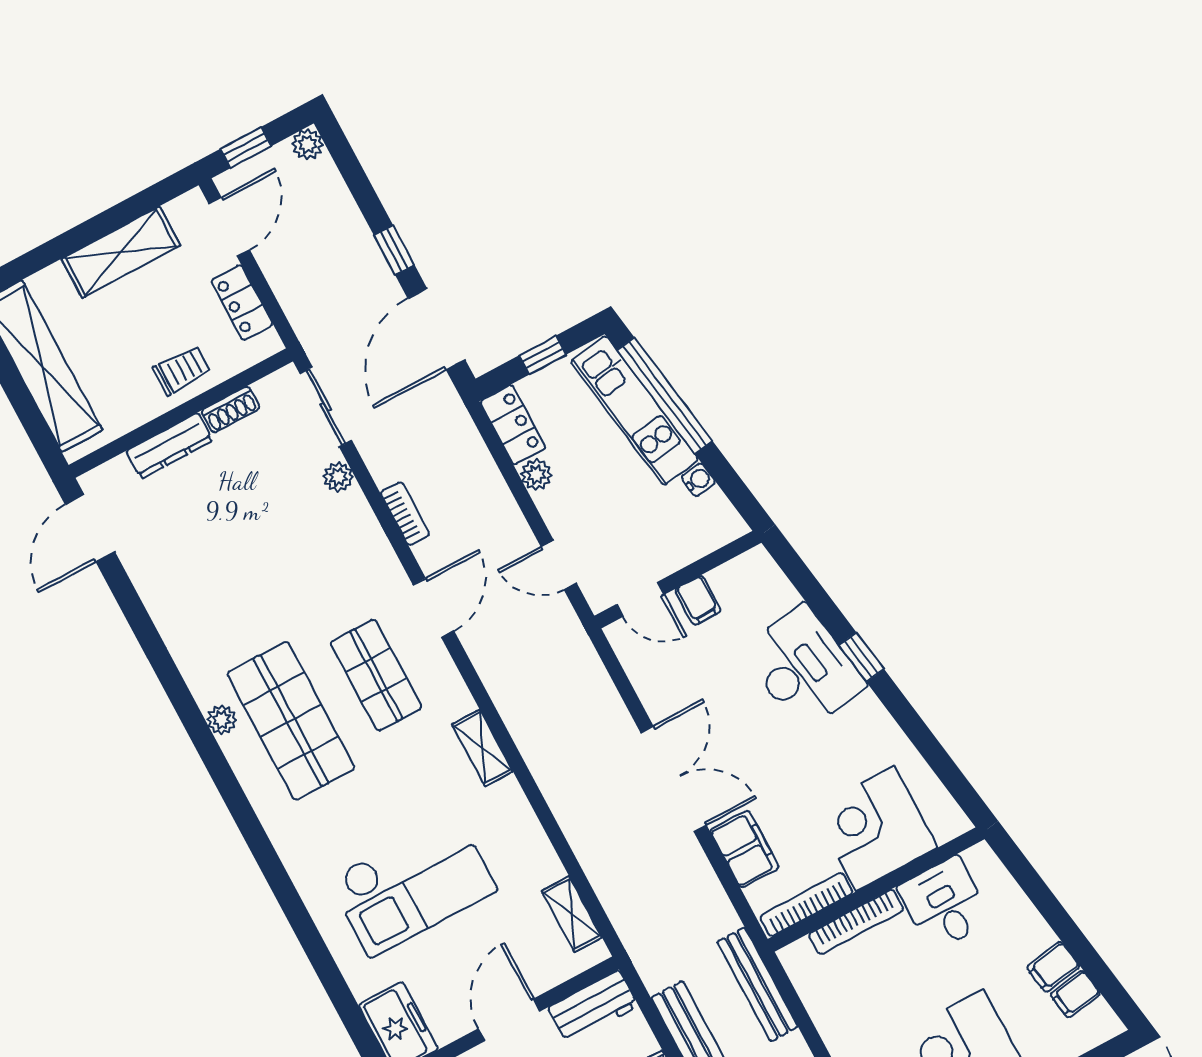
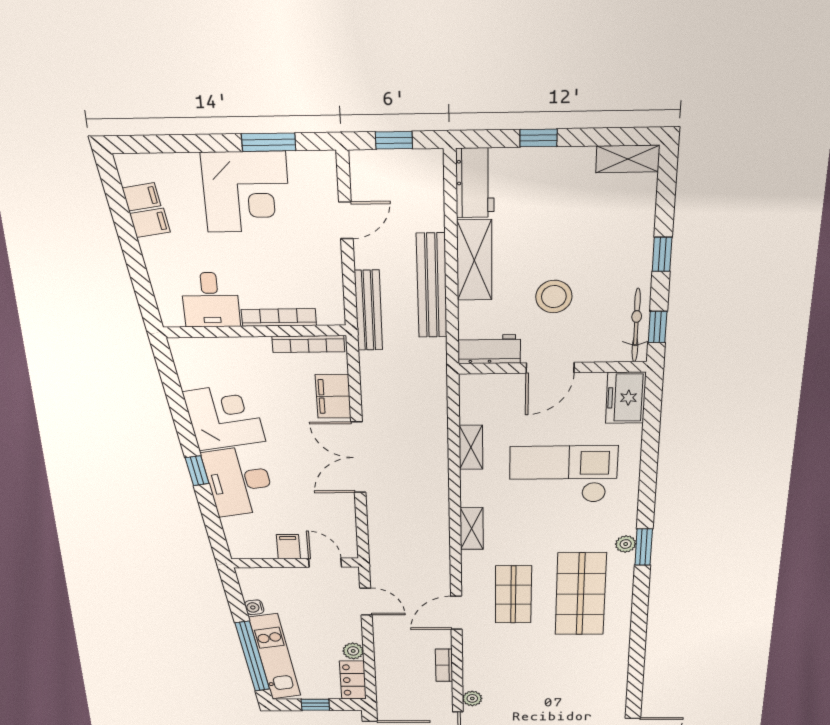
plant: (222, 720) -> (626, 544), moved
corner desk: (875, 828) -> (224, 417), moved, turned -99
window: (253, 833) -> (644, 547), added
shelving: (572, 914) -> (471, 447), moved

